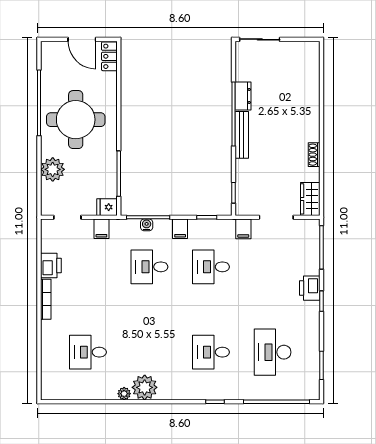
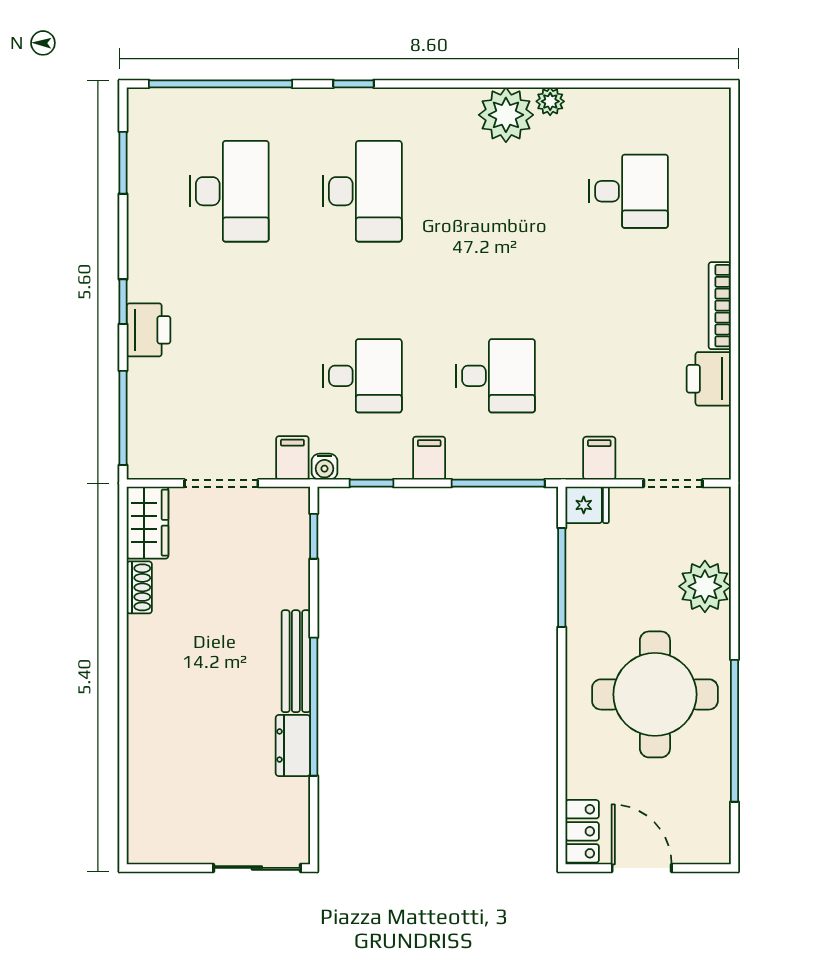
shoe rack: (314, 155) -> (139, 587), moved
water cooler: (147, 225) -> (324, 467), moved
desk: (211, 352) -> (362, 191), width x1.37

